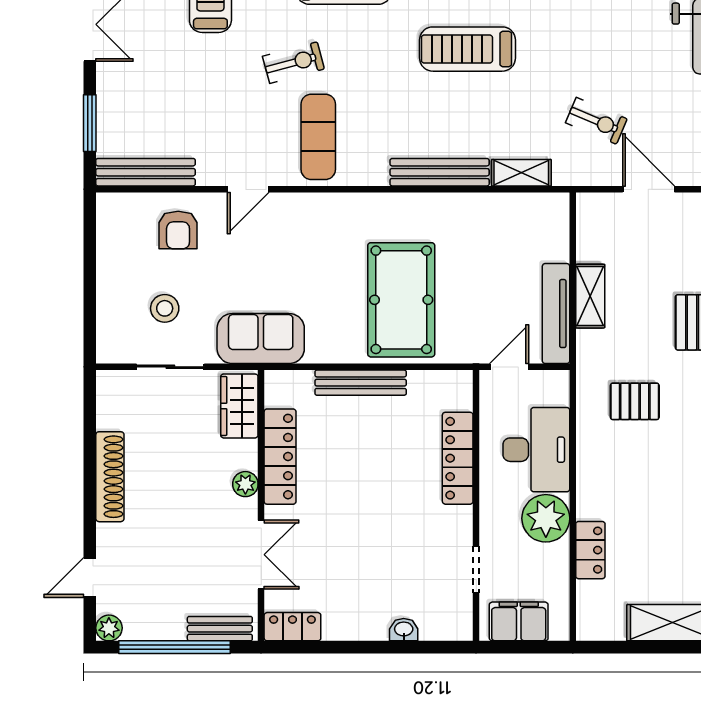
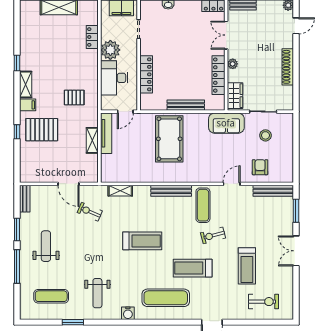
bench: (440, 172) -> (171, 191), moved

